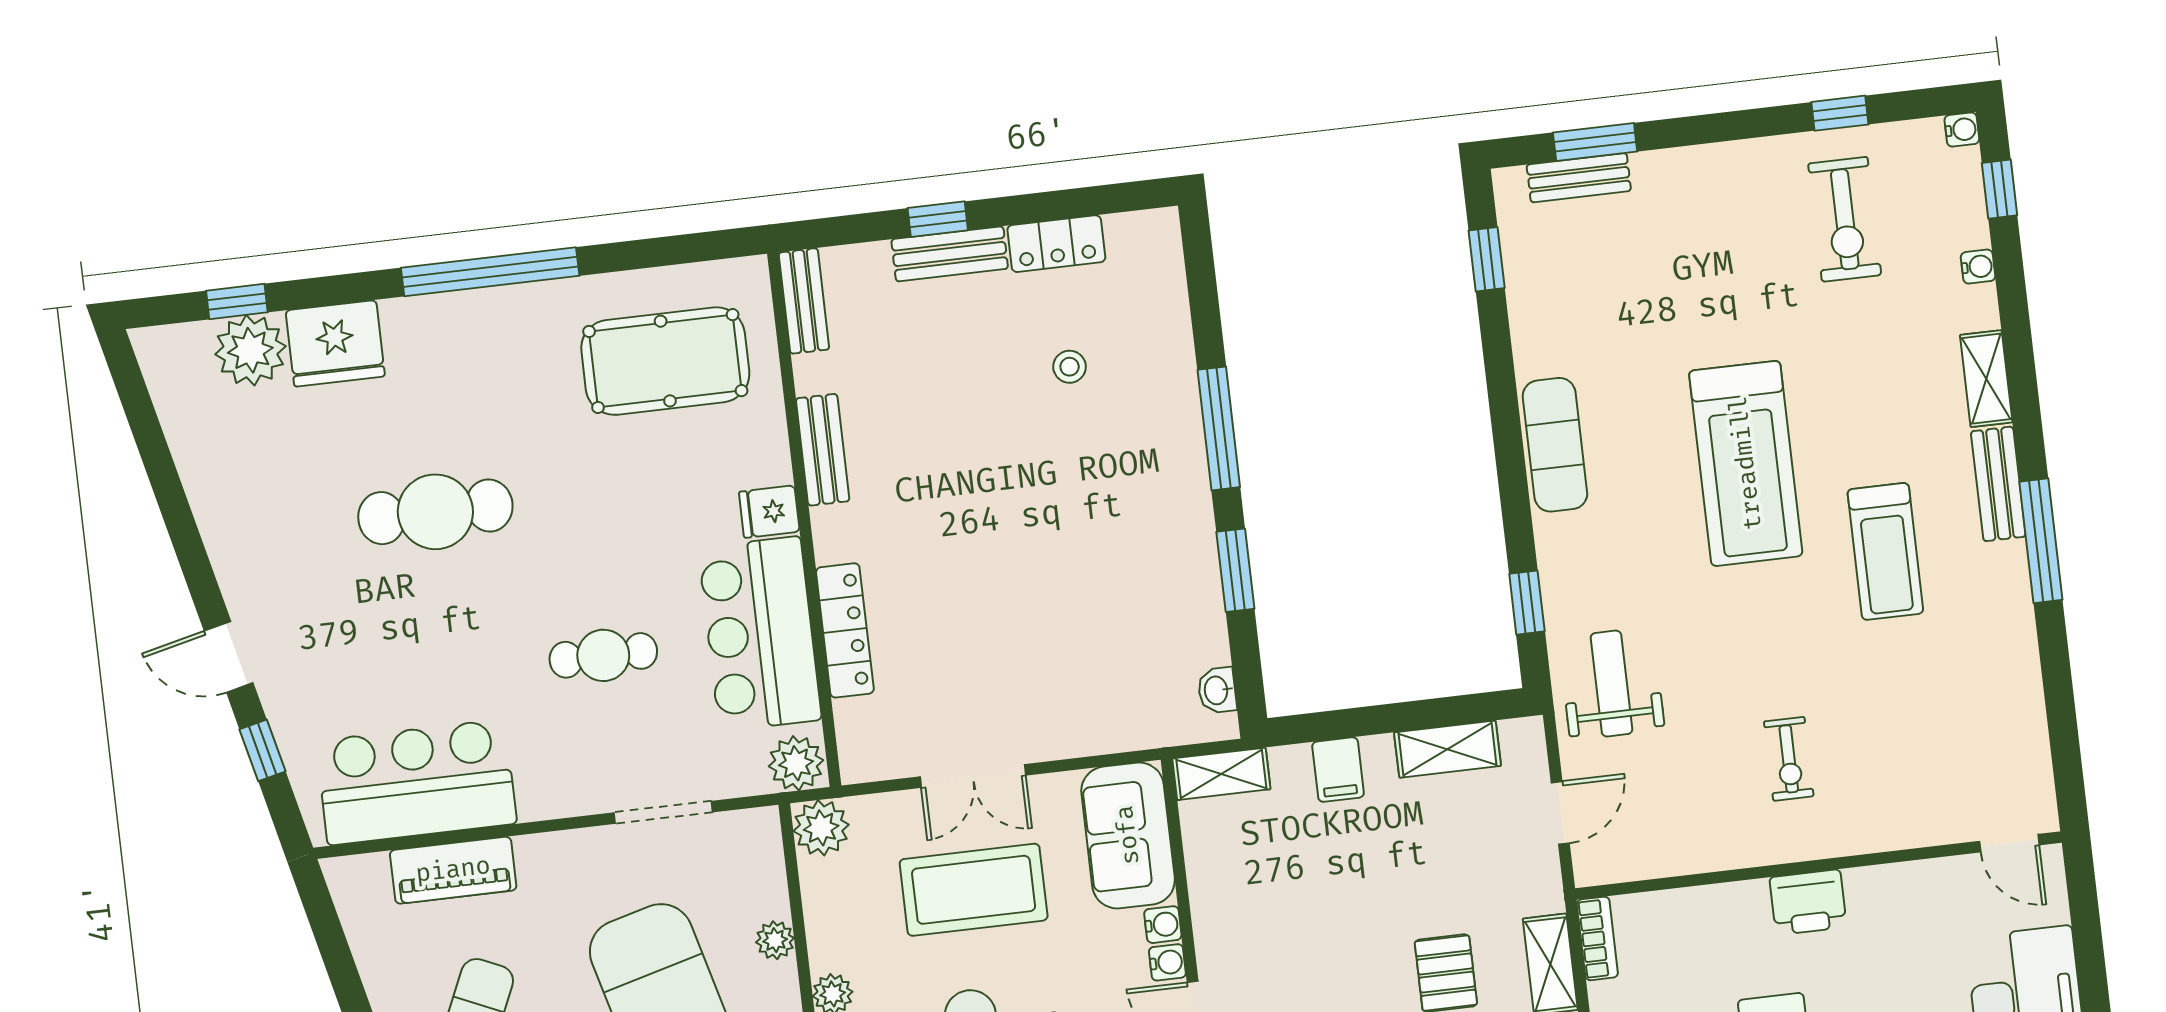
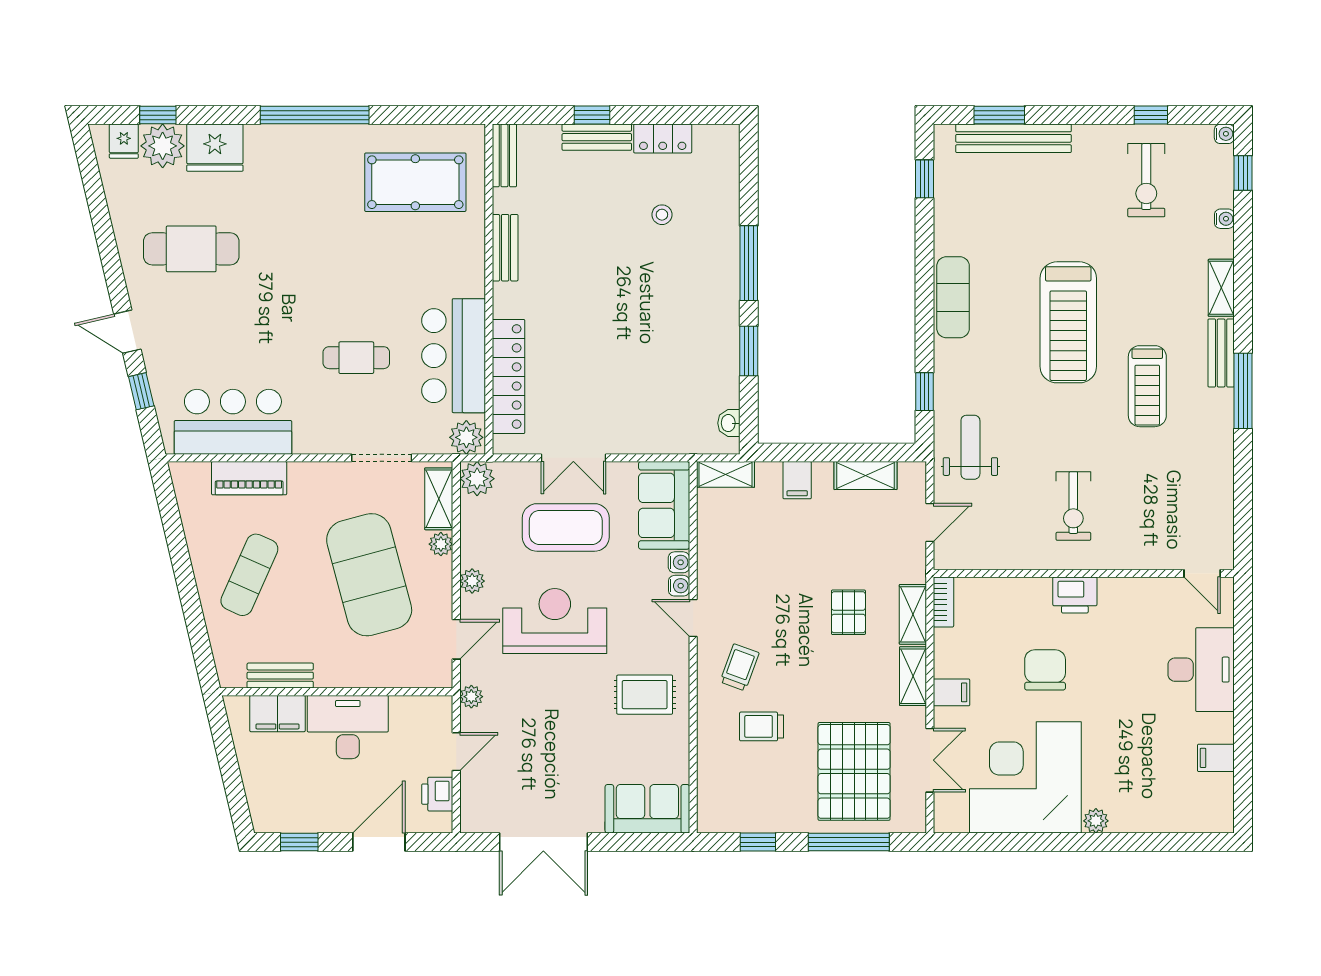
bench: (1579, 178) -> (1013, 138), width x1.86, depth x1.21
cafe table: (435, 512) -> (191, 249), moved
fridge: (769, 512) -> (124, 141), moved, turned -90
locker: (845, 630) -> (509, 376), width x1.41, depth x1.21
exercise bike: (1789, 759) -> (1073, 506), width x1.38, depth x1.39
shelving: (763, 868) -> (439, 499), added

